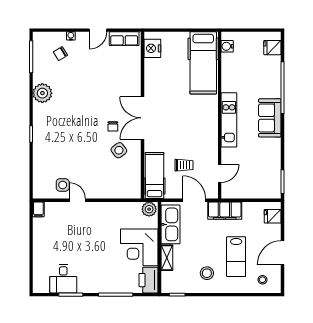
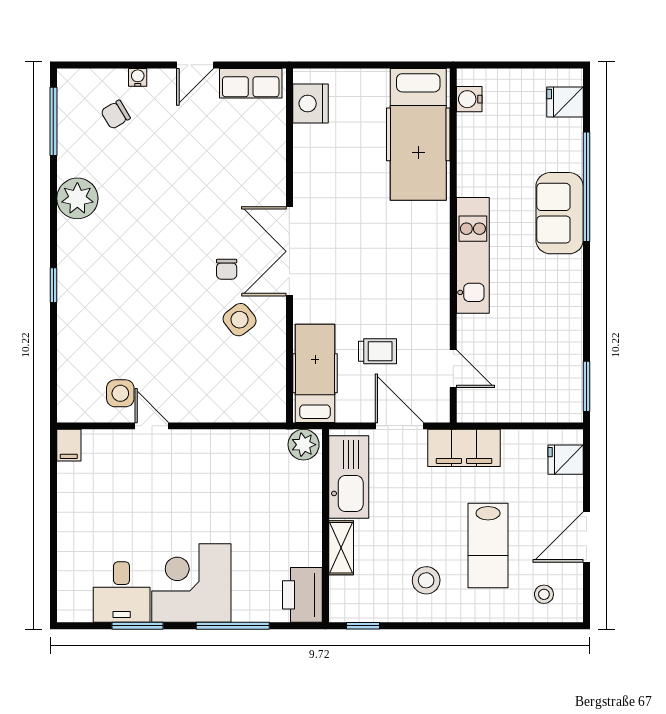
sofa: (270, 118) -> (560, 213), moved
door: (220, 173) -> (453, 369), hinge flipped
corner desk: (139, 247) -> (191, 583), moved, turned 90

